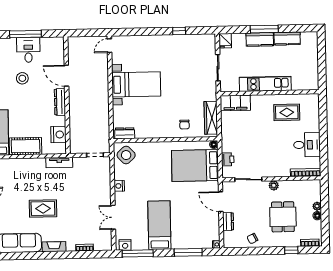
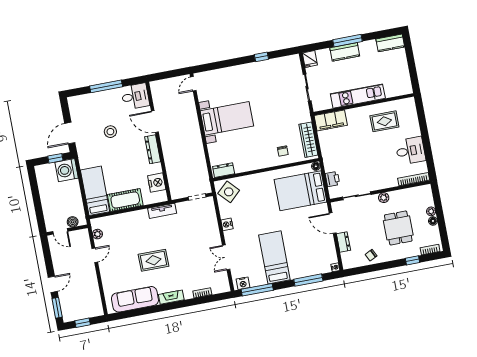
kitchen counter: (287, 39) -> (390, 43), moved
desk: (28, 50) -> (135, 96), moved, turned 90

